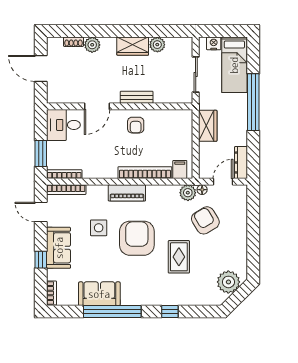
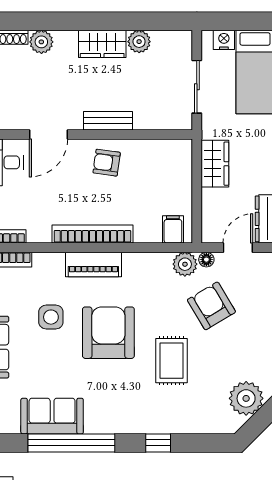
armchair: (136, 125) -> (107, 163), turned 98
bookcase: (145, 173) -> (92, 234), moved

